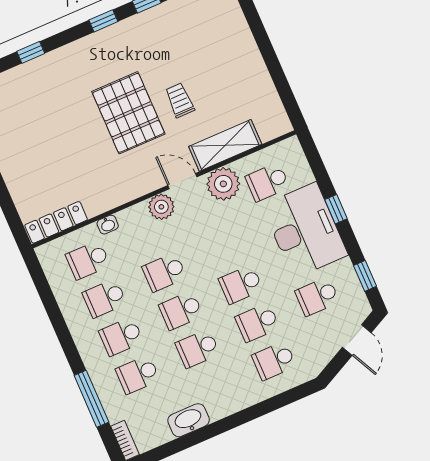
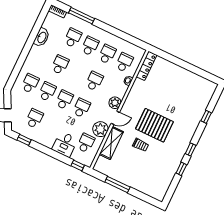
window: (275, 68) -> (117, 184), added
window: (336, 209) -> (78, 165), moved
desk: (305, 230) -> (65, 144), width x0.53, depth x0.77
school desk: (181, 310) -> (81, 108), moved

